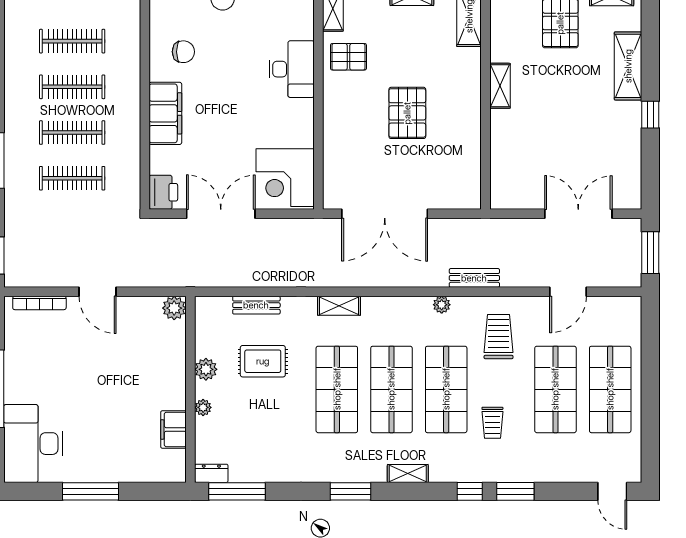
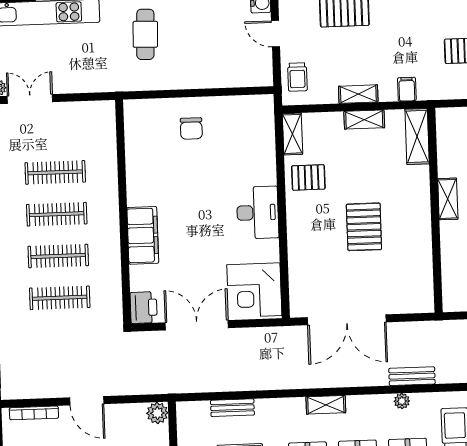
chair: (183, 52) -> (157, 178), removed
desk: (292, 69) -> (258, 213), moved
bench: (474, 278) -> (412, 376), moved
shelving: (339, 306) -> (326, 405), moved

